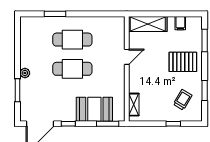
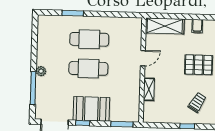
window: (17, 90) -> (33, 88), width x1.44
shelving: (134, 105) -> (149, 89), moved
booth: (94, 109) -> (91, 109), moved

